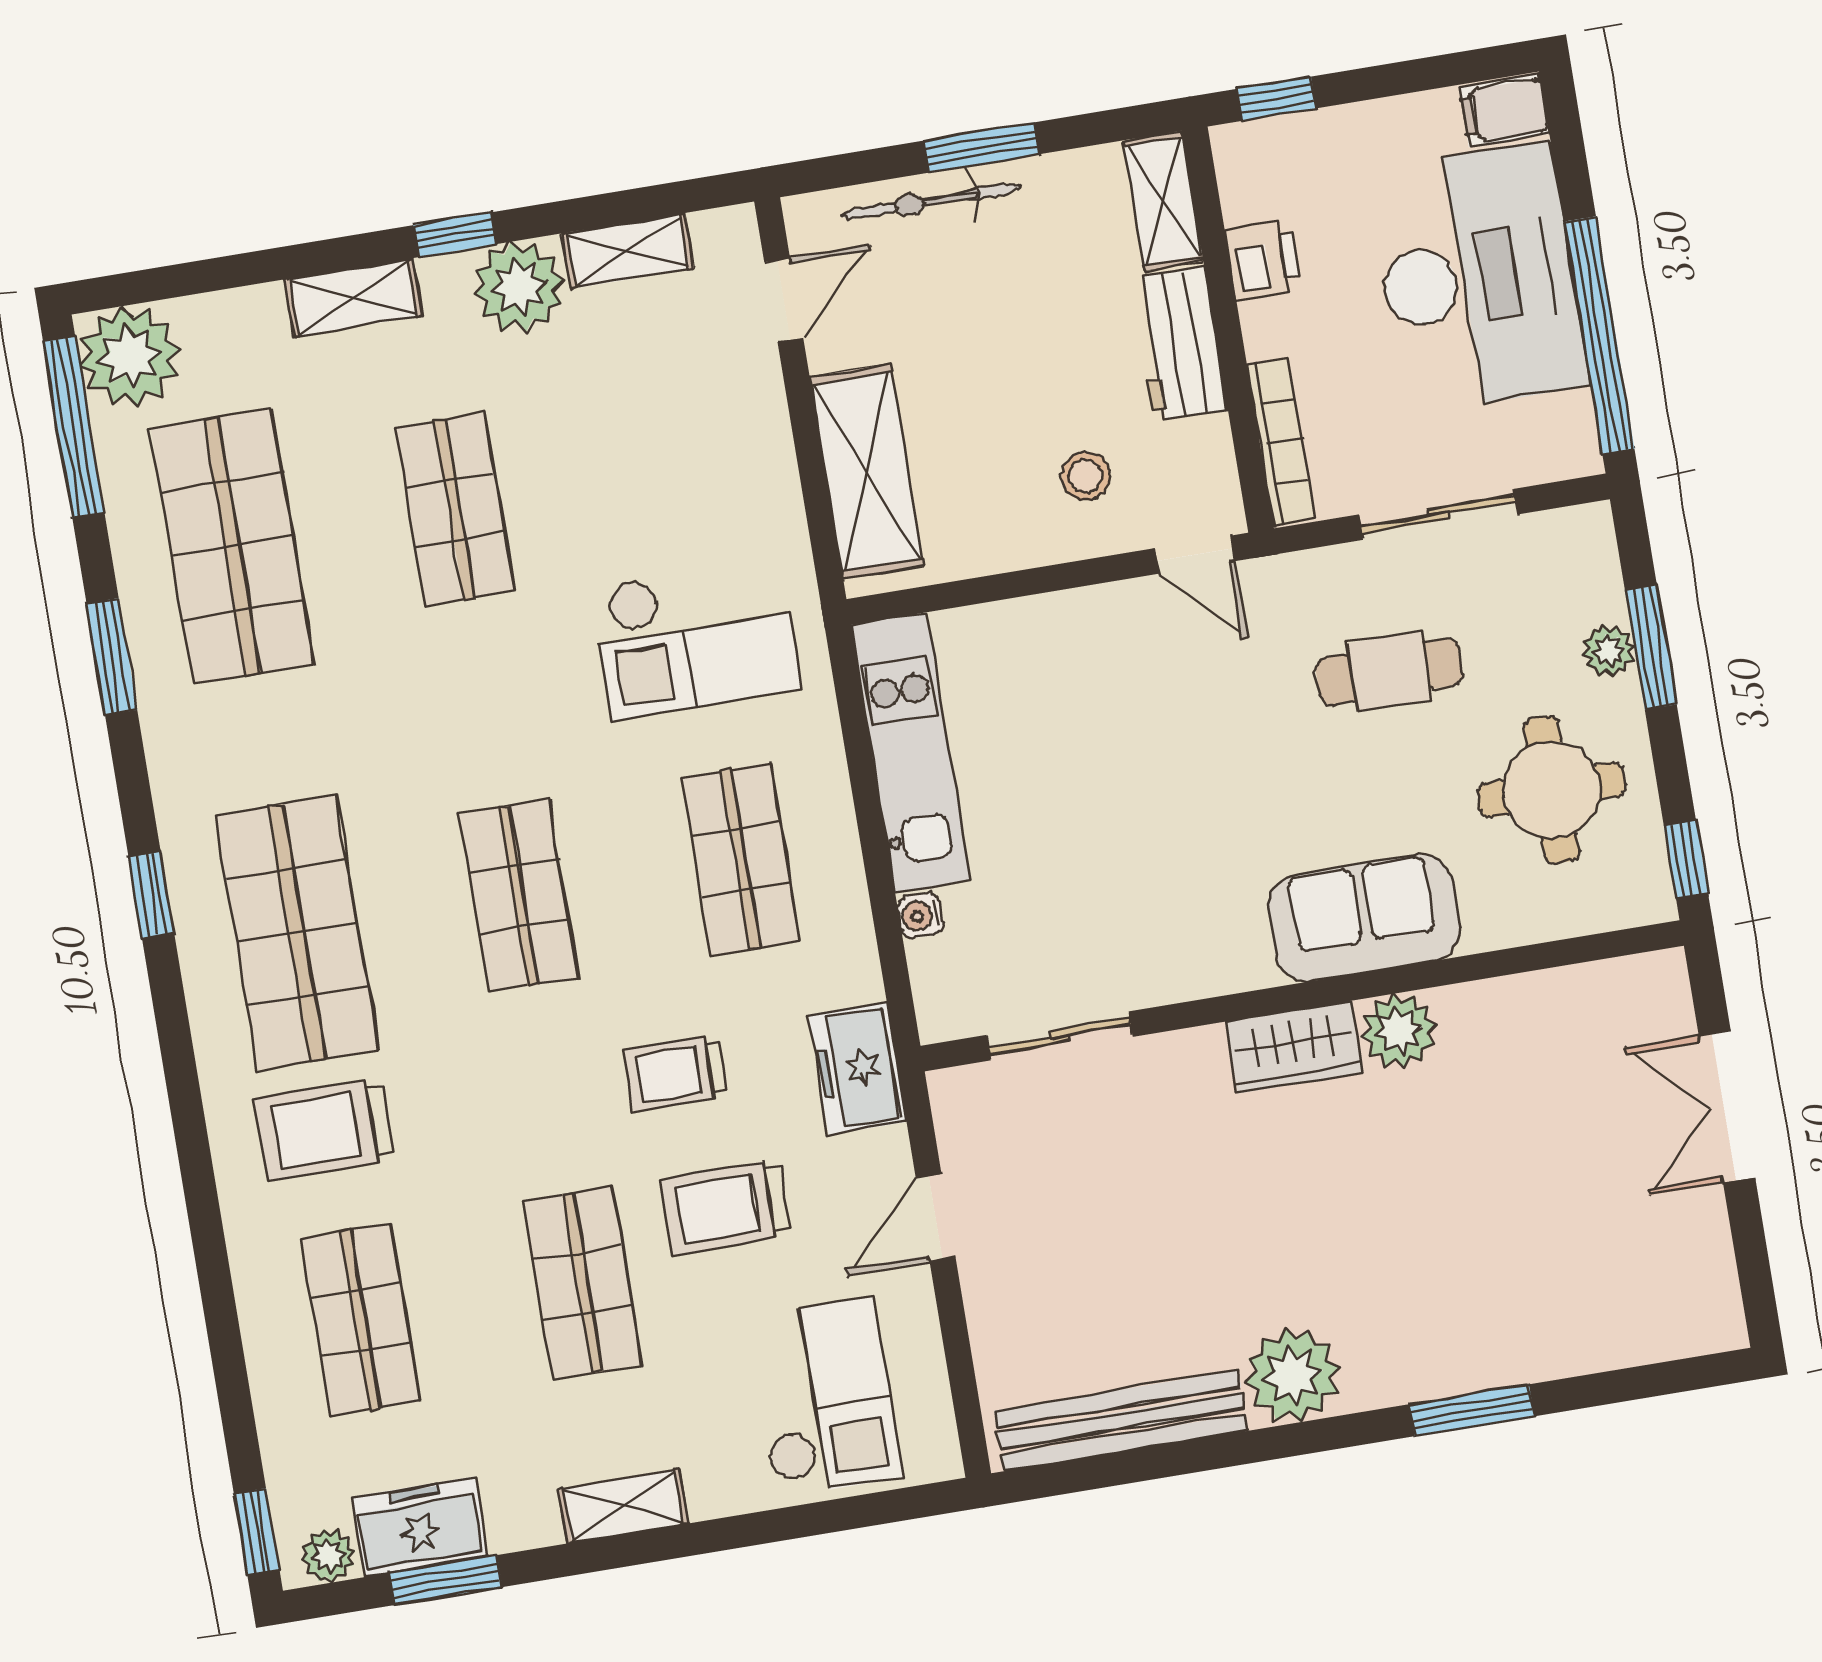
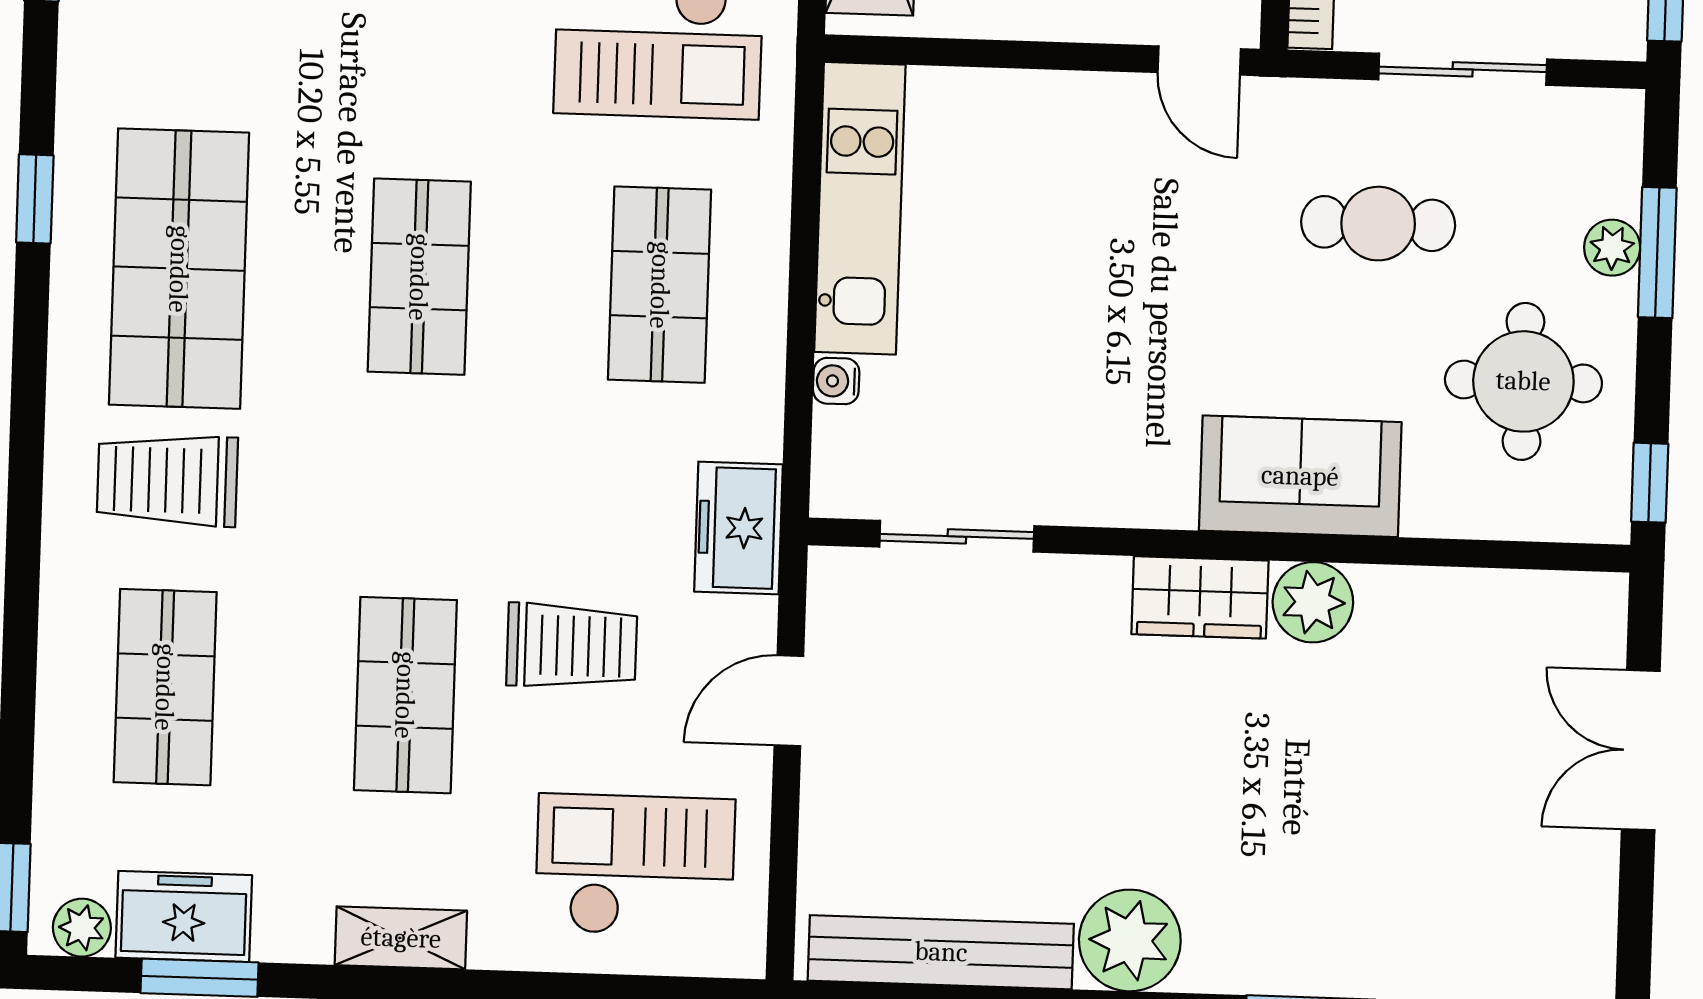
trolley: (675, 1073) -> (546, 495), removed
trolley: (726, 1207) -> (572, 646), turned 180
checkout: (825, 1397) -> (635, 865), turned -90

